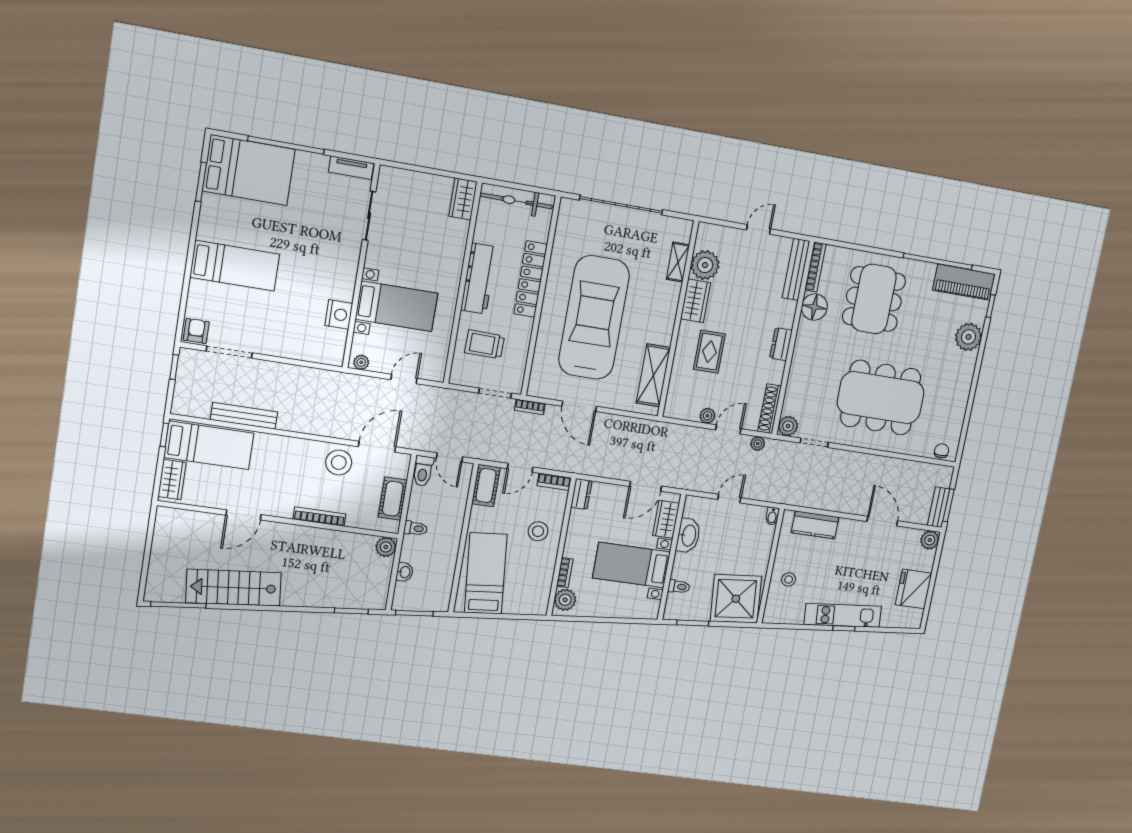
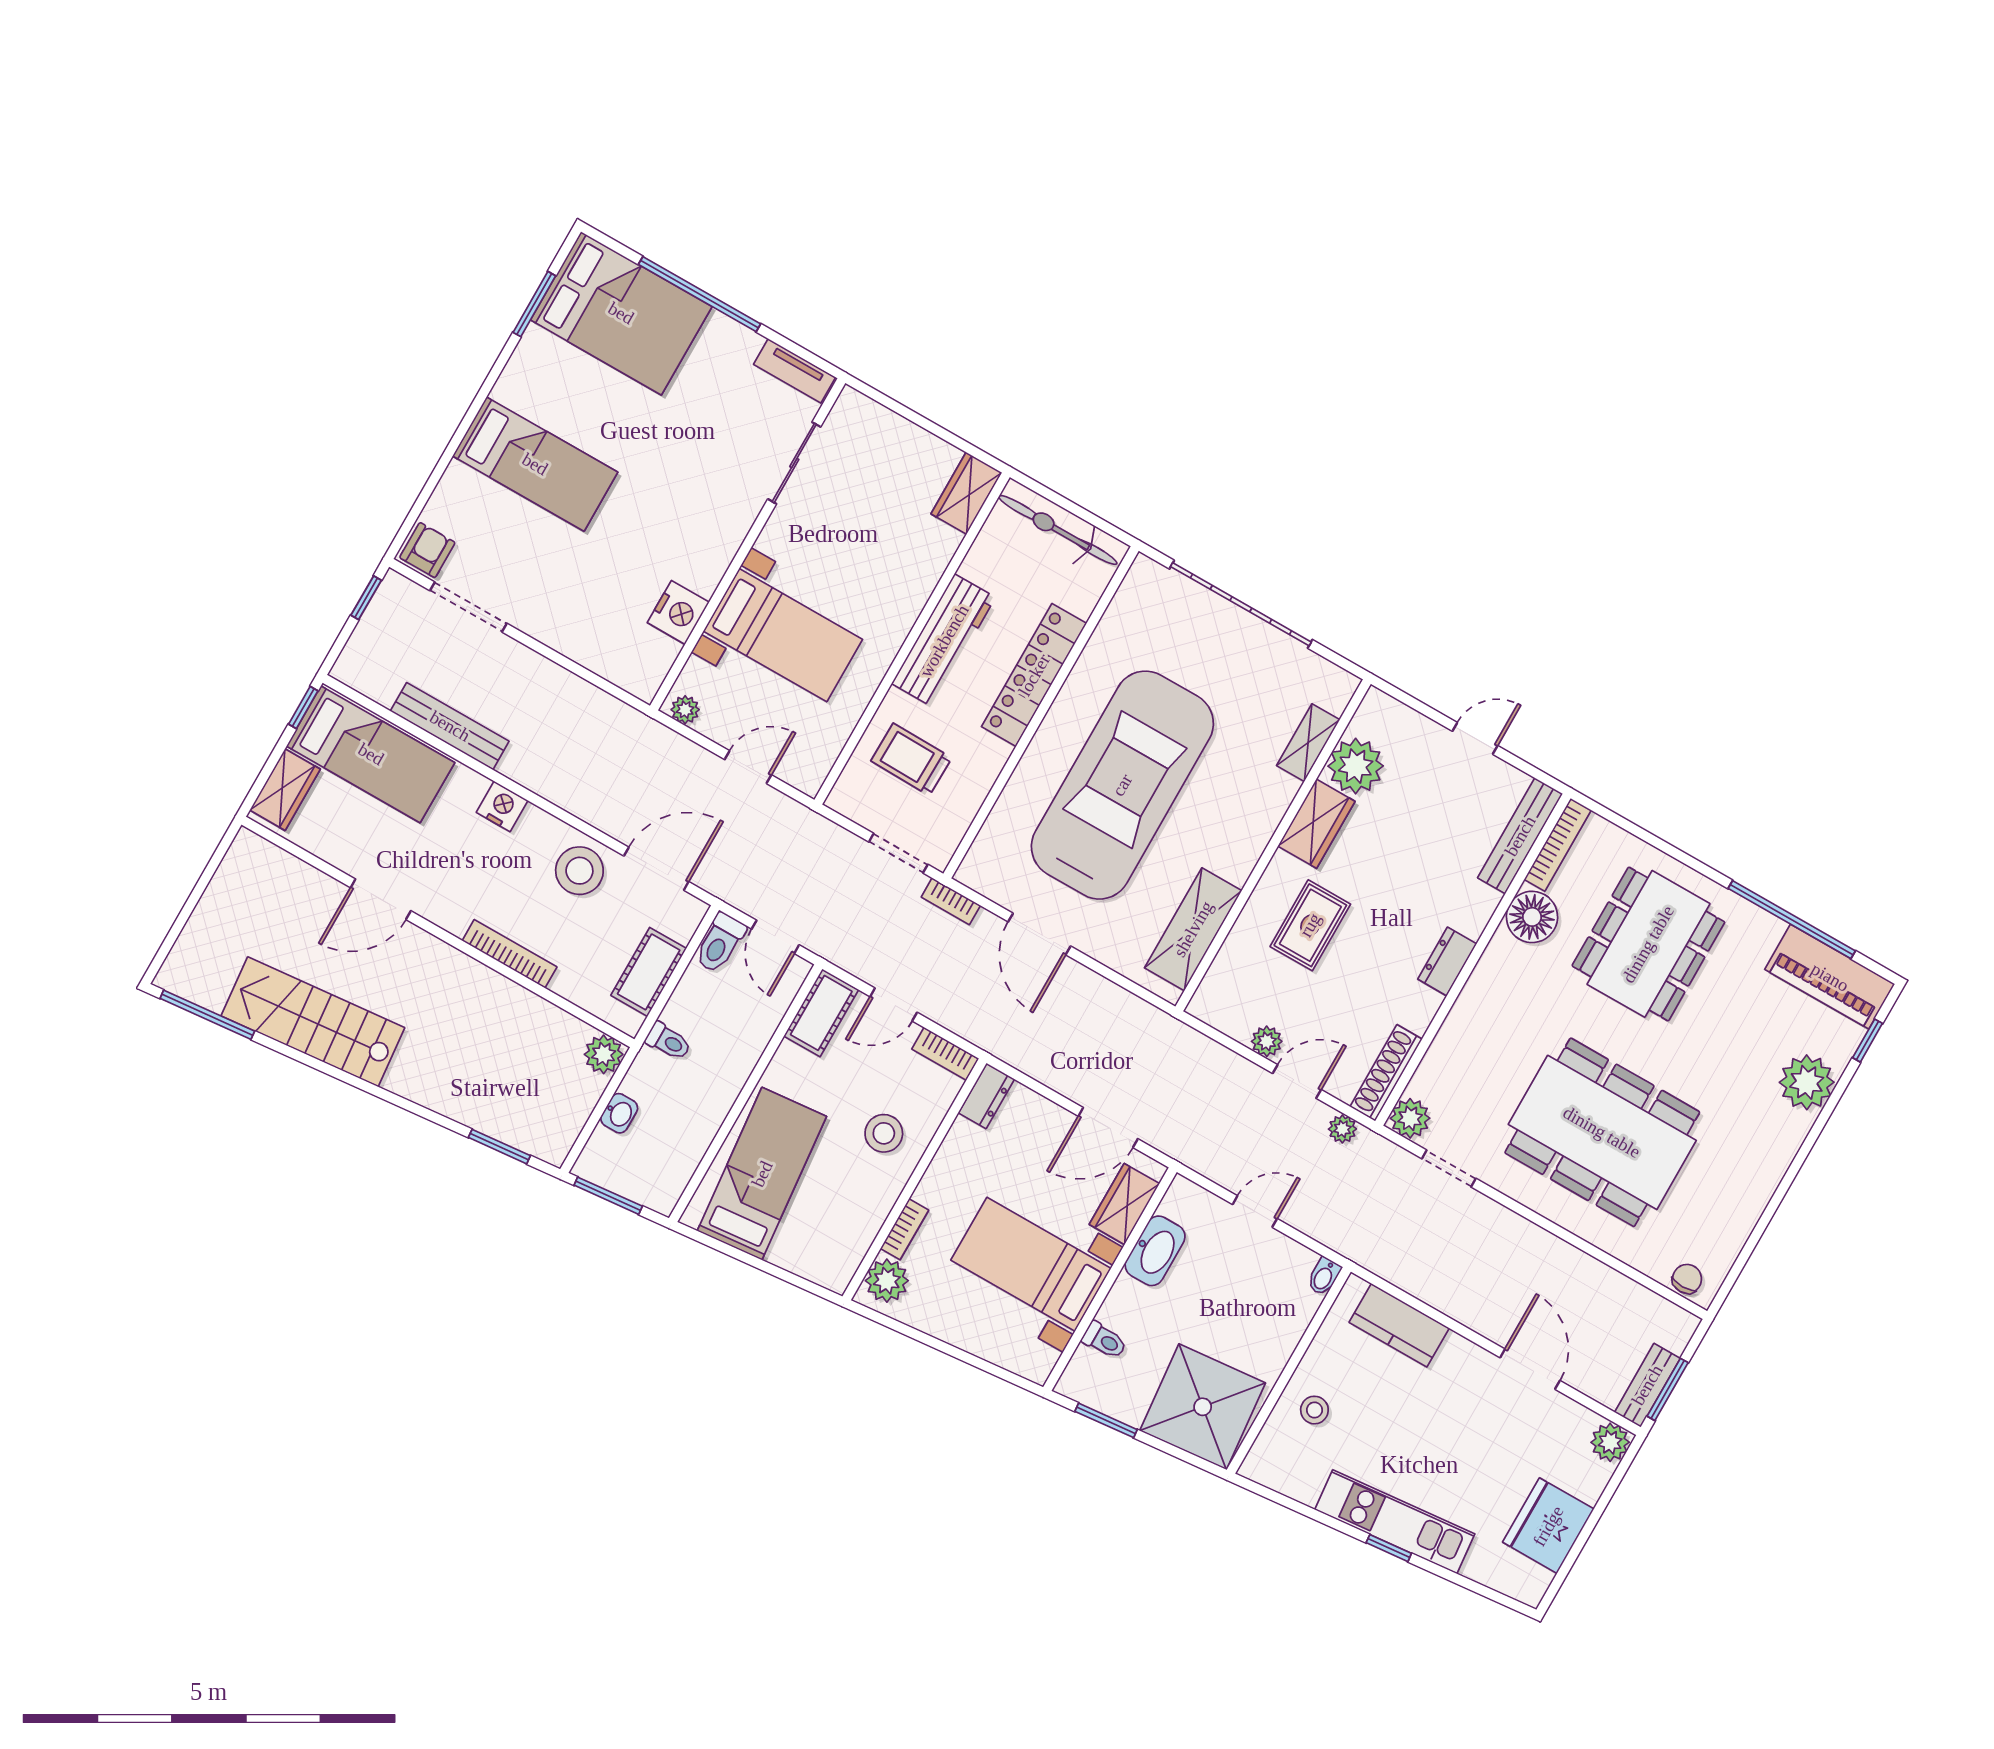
nightstand: (287, 446) -> (502, 806), added

